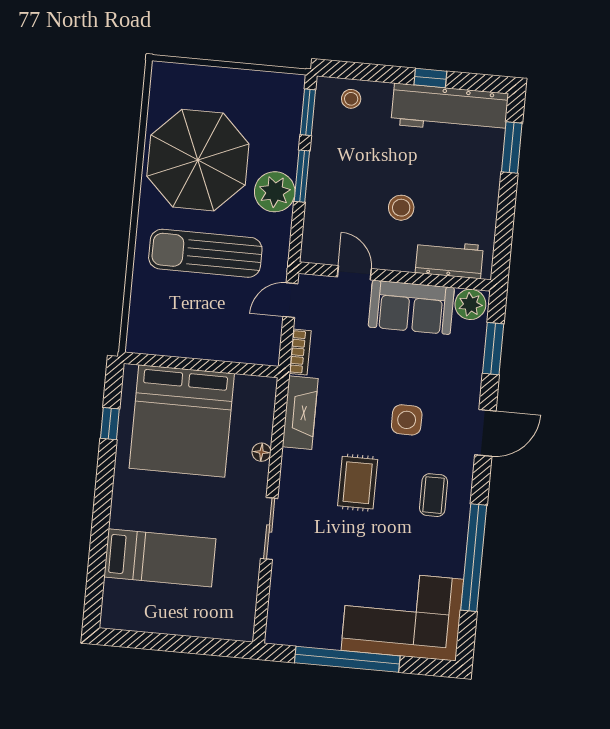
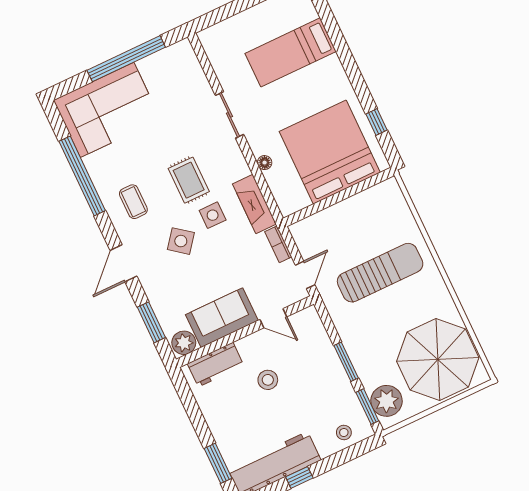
parasol: (198, 160) -> (438, 360), moved
plant: (275, 192) -> (387, 401), moved
side table: (407, 420) -> (181, 241), turned 38
side table: (354, 428) -> (213, 215), added

